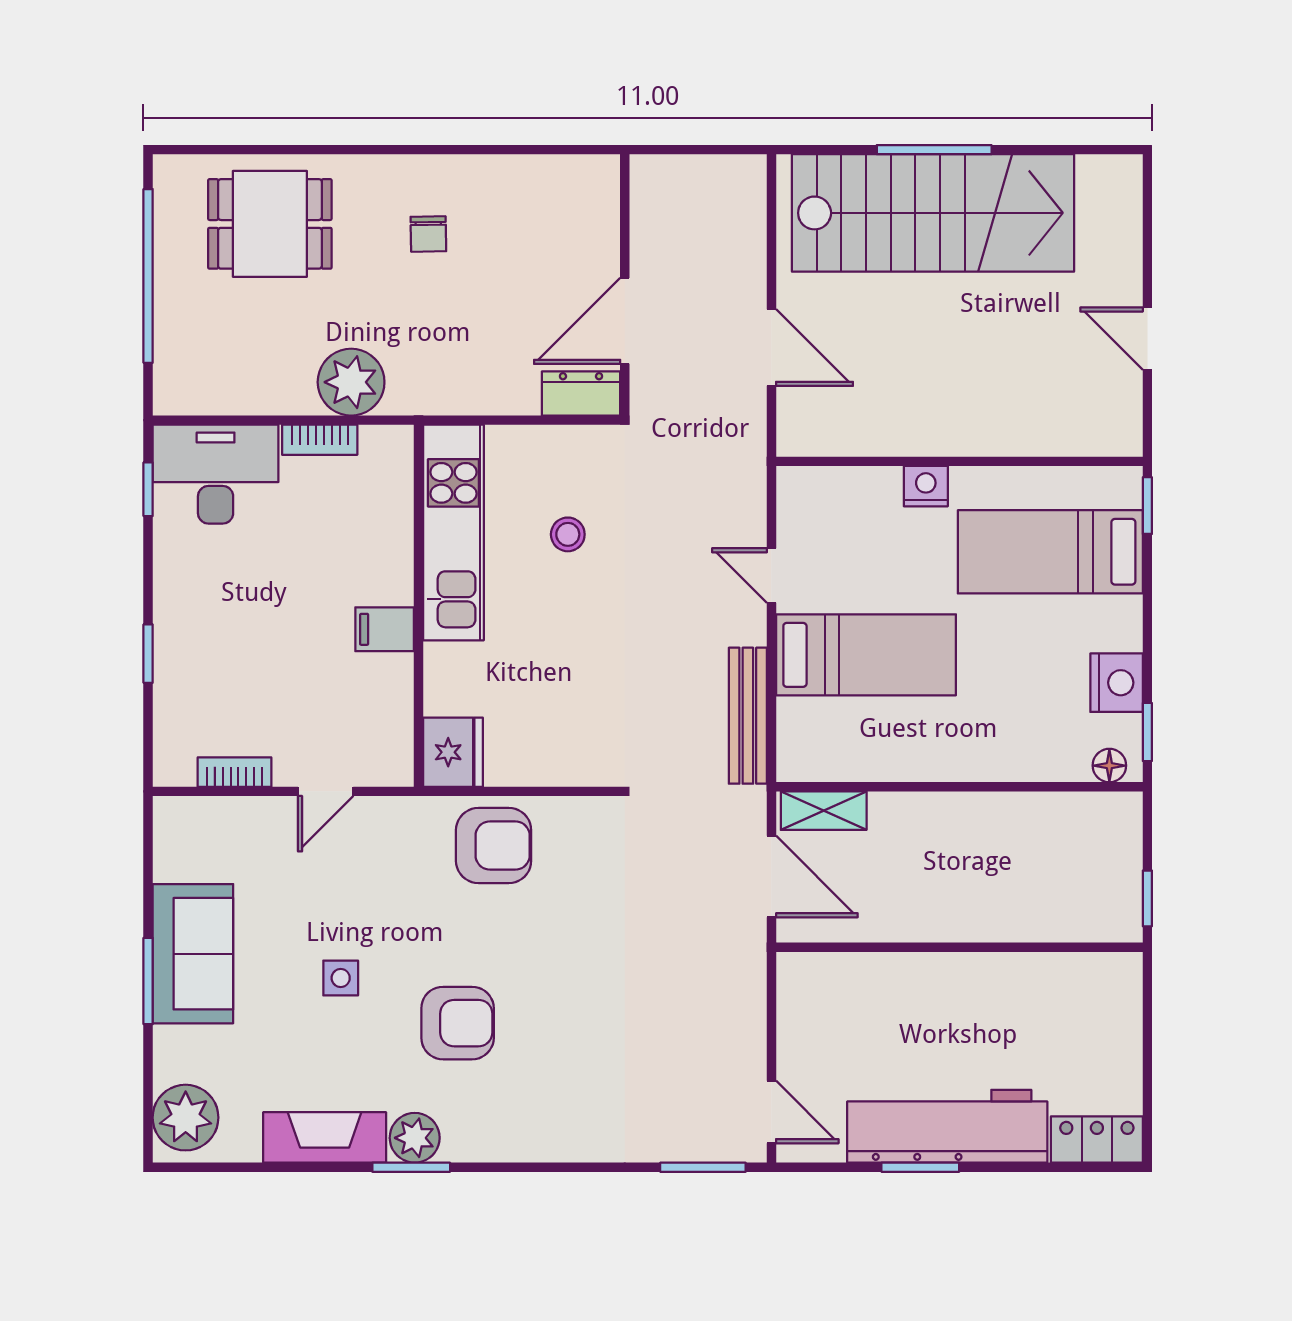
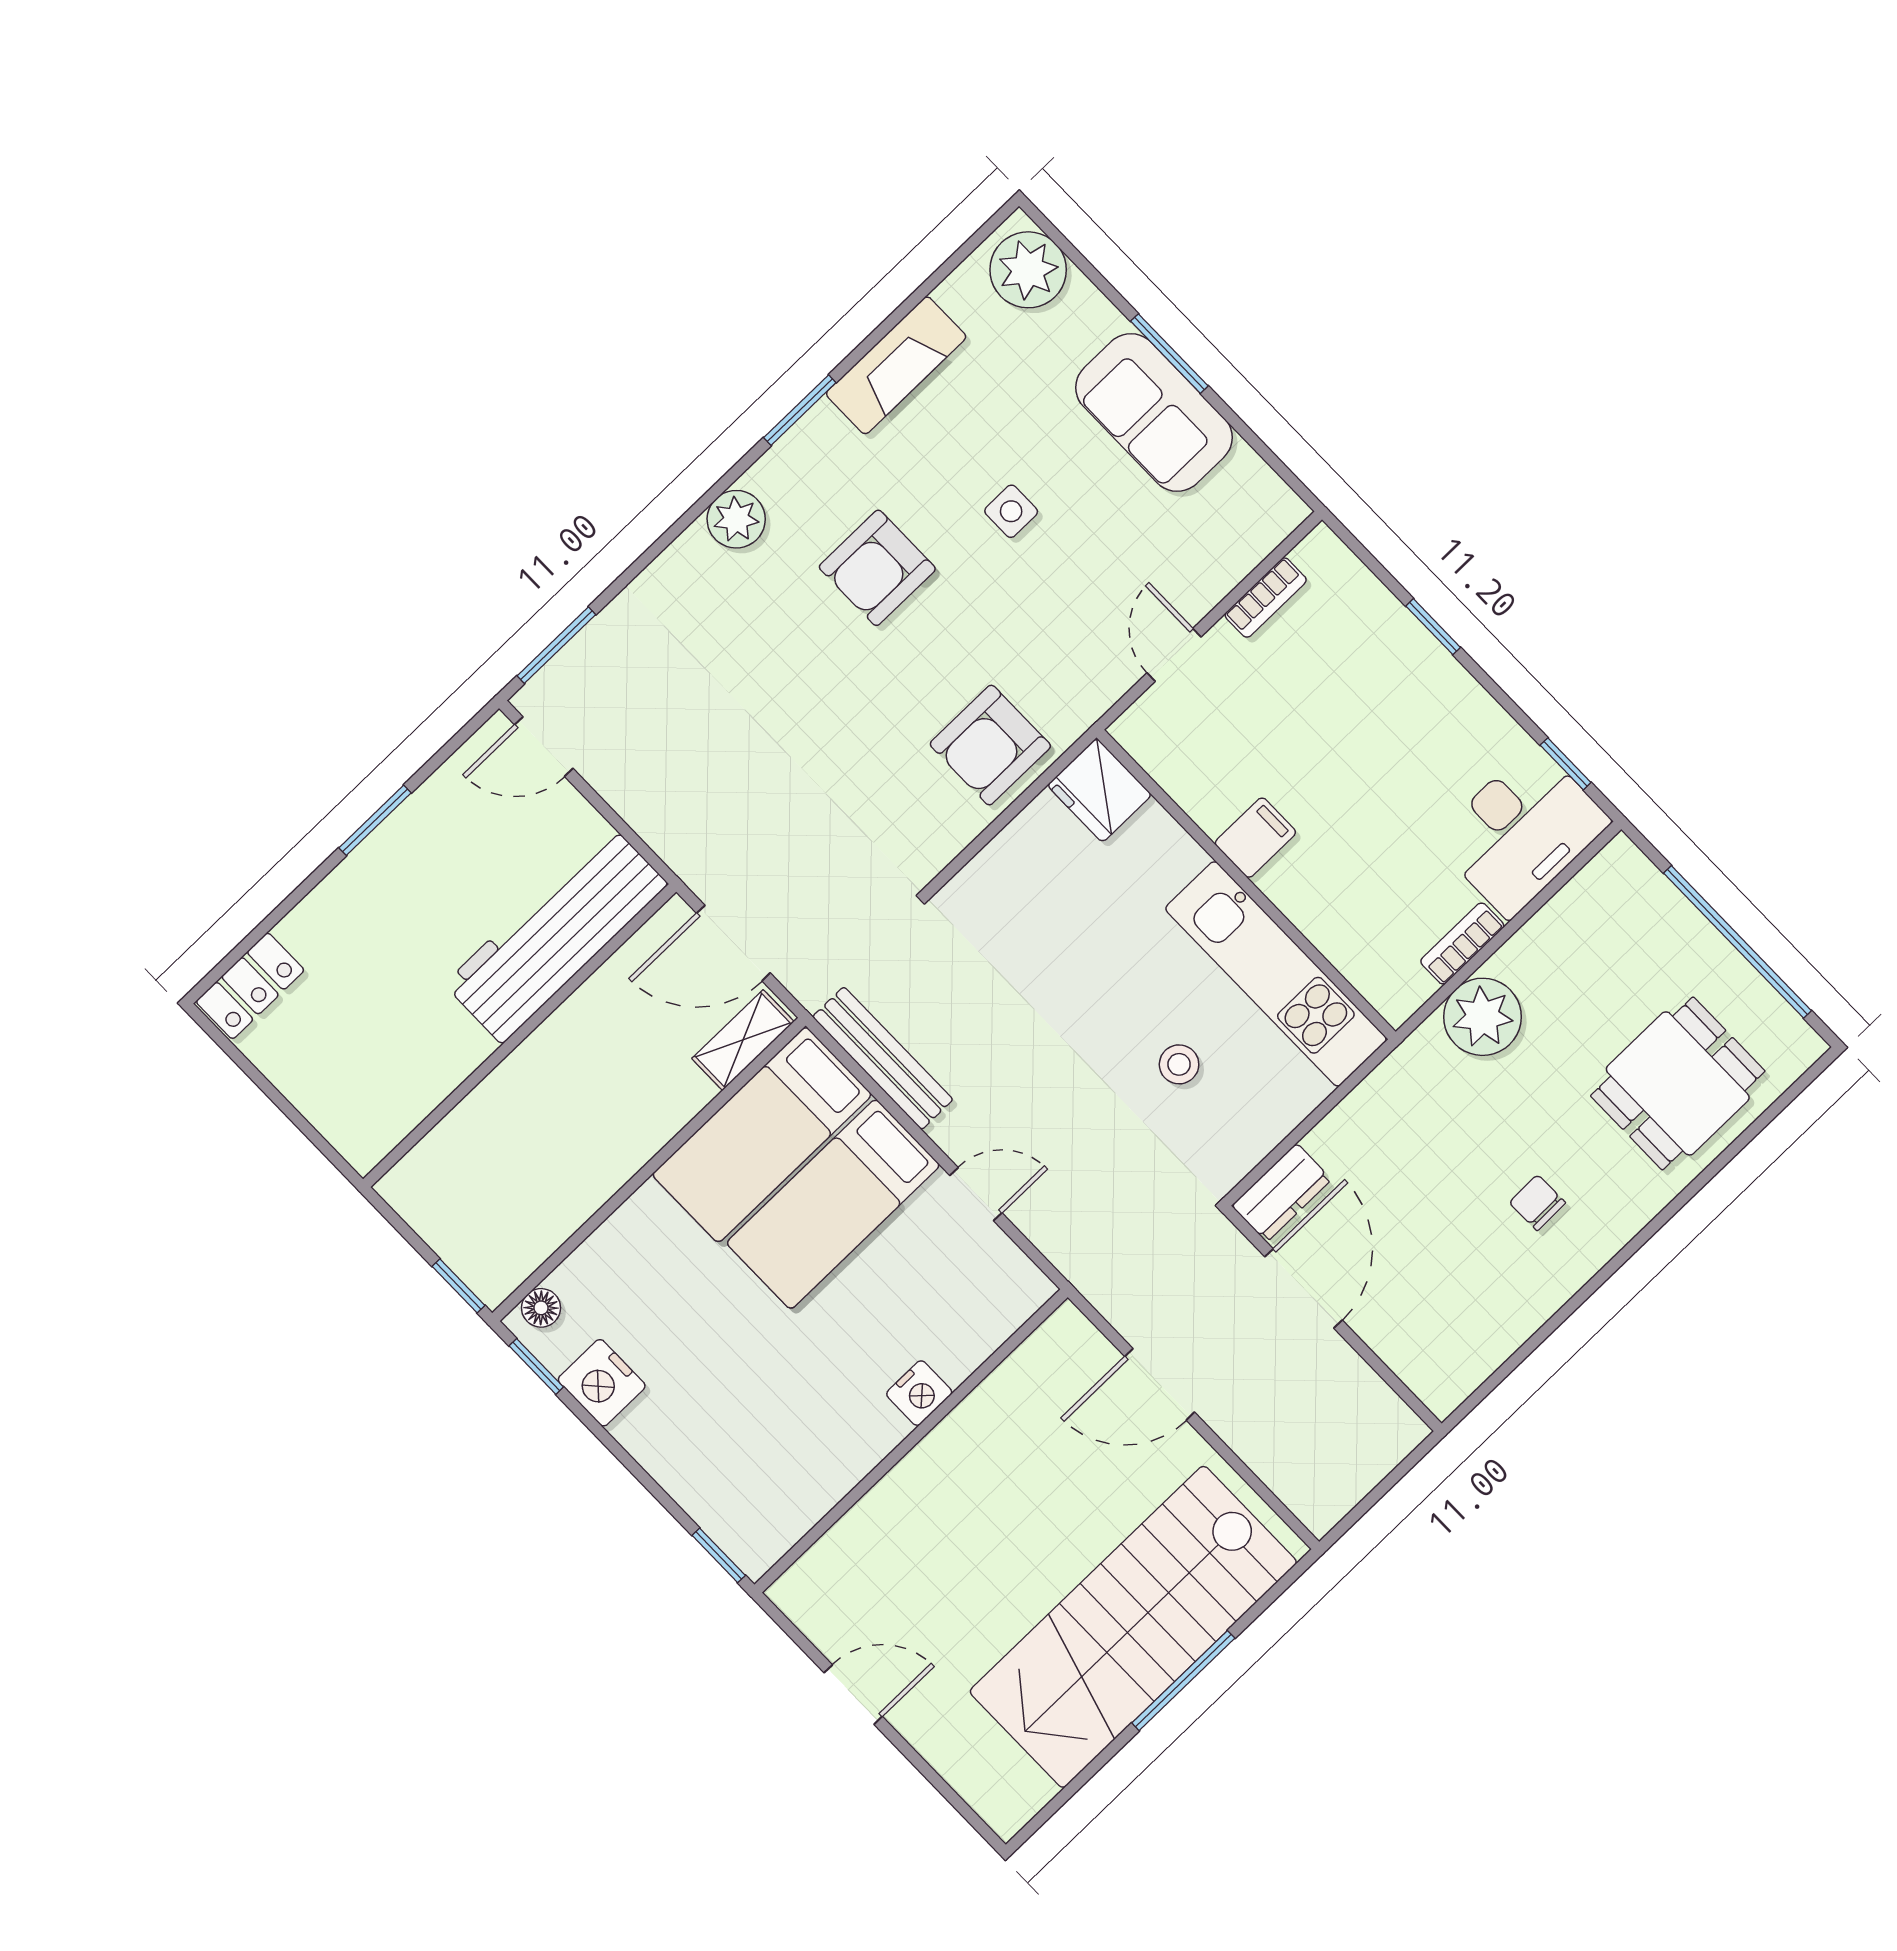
bed: (1050, 552) -> (762, 1135), moved, turned 180
window: (1147, 898) -> (458, 1286), moved
workbench: (947, 1126) -> (556, 934), moved, turned 180
plant: (415, 1138) -> (736, 519), moved

